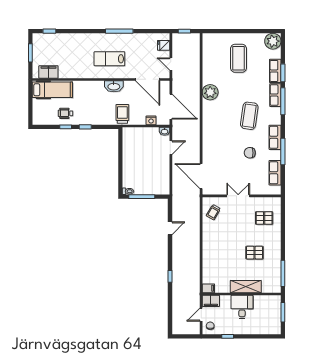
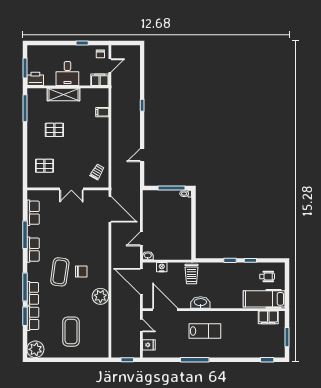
wheelchair: (66, 113) -> (267, 276), moved
chair: (250, 153) -> (81, 271), moved
filing cabinet: (208, 288) -> (102, 112), moved
printer: (273, 302) -> (35, 79), added

